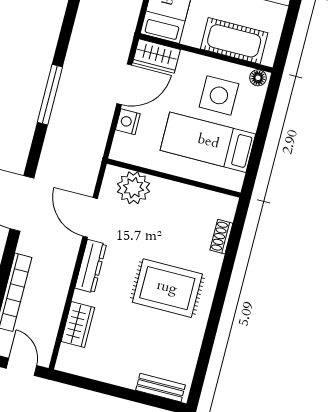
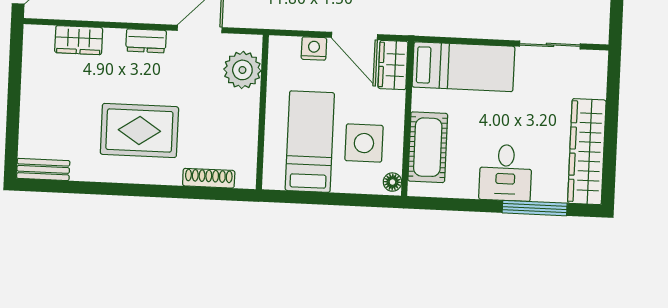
shoe rack: (221, 237) -> (209, 178), width x1.43
dresser: (91, 266) -> (146, 41), width x0.70
rug: (167, 288) -> (139, 130), turned 90
bench: (160, 388) -> (43, 169), moved, turned 90

